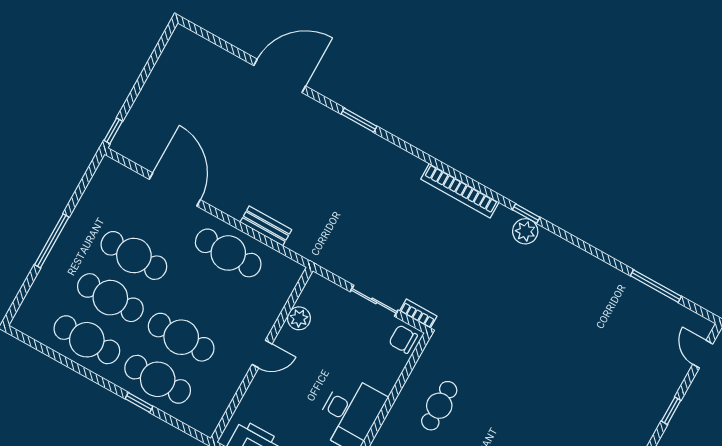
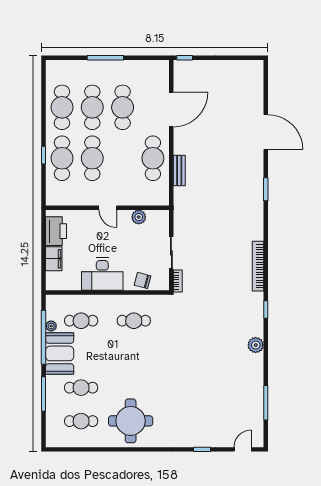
plant: (525, 231) -> (256, 345), moved
chair: (403, 339) -> (142, 280), moved, turned -75

